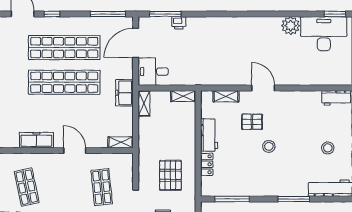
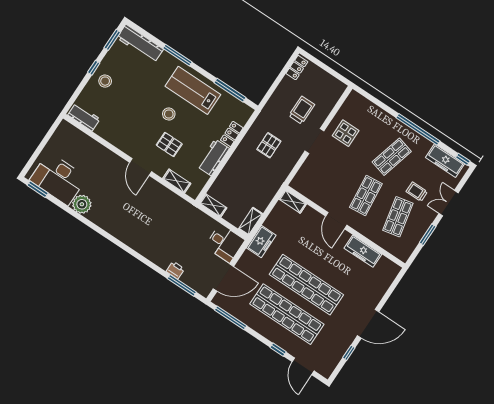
stool: (328, 148) -> (105, 81), moved
pallet: (170, 175) -> (269, 145), width x0.67, depth x0.71
lab bench: (262, 179) -> (193, 90), added
shop shelf: (102, 187) -> (366, 195), moved

